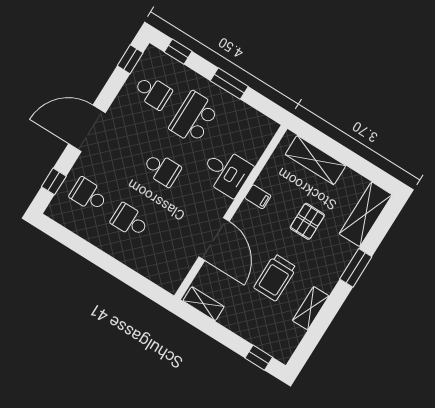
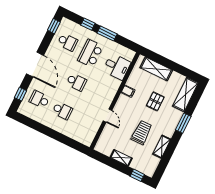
window: (178, 52) -> (88, 24), moved
door: (87, 128) -> (35, 65), swing flipped
desk: (226, 172) -> (117, 67), moved
school desk: (130, 221) -> (62, 111), turned 180
door: (214, 239) -> (107, 116), width x0.53
trolley: (275, 278) -> (142, 133), turned 180
shelving: (204, 304) -> (121, 158), moved

